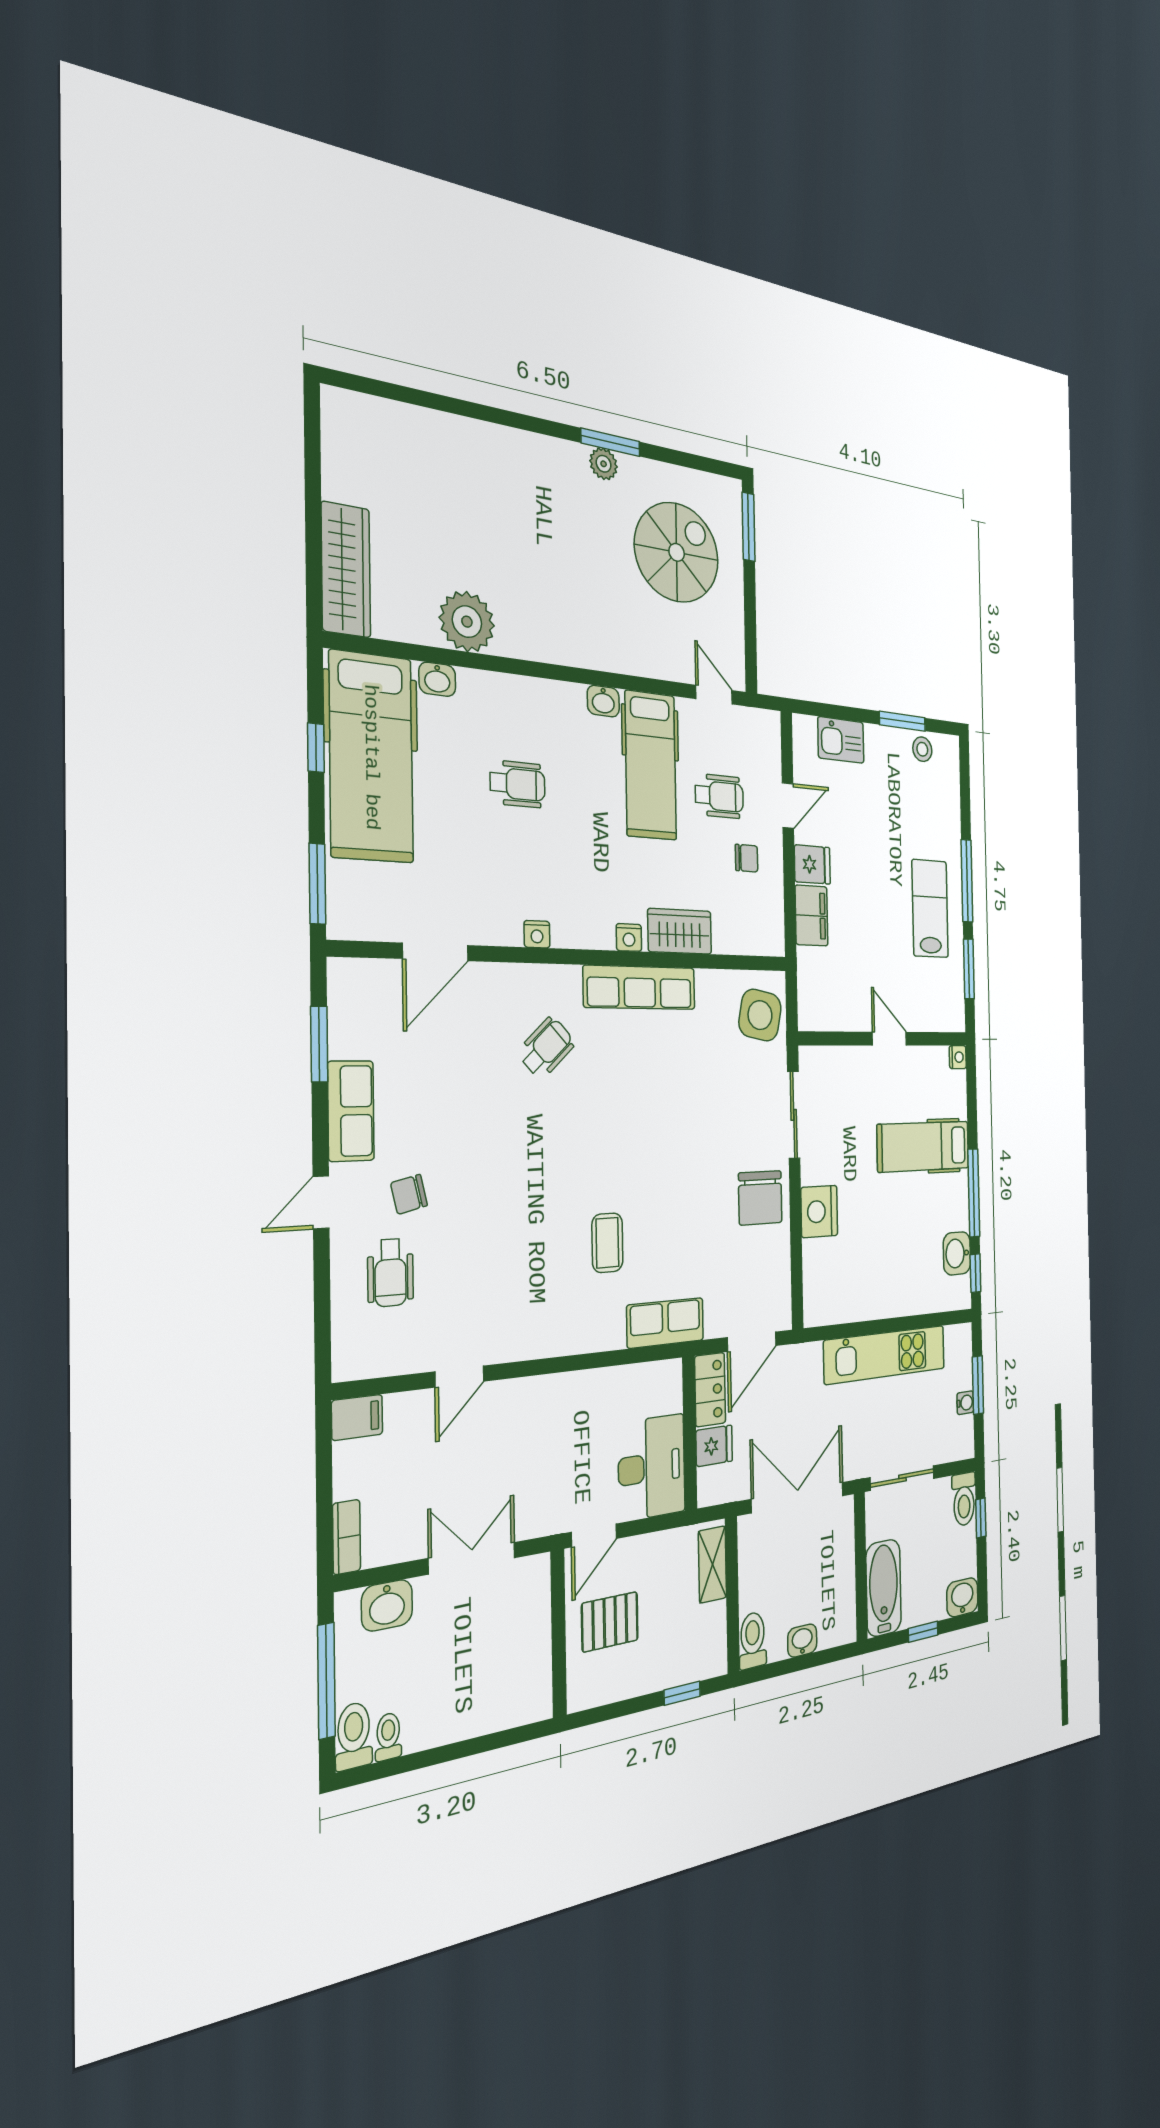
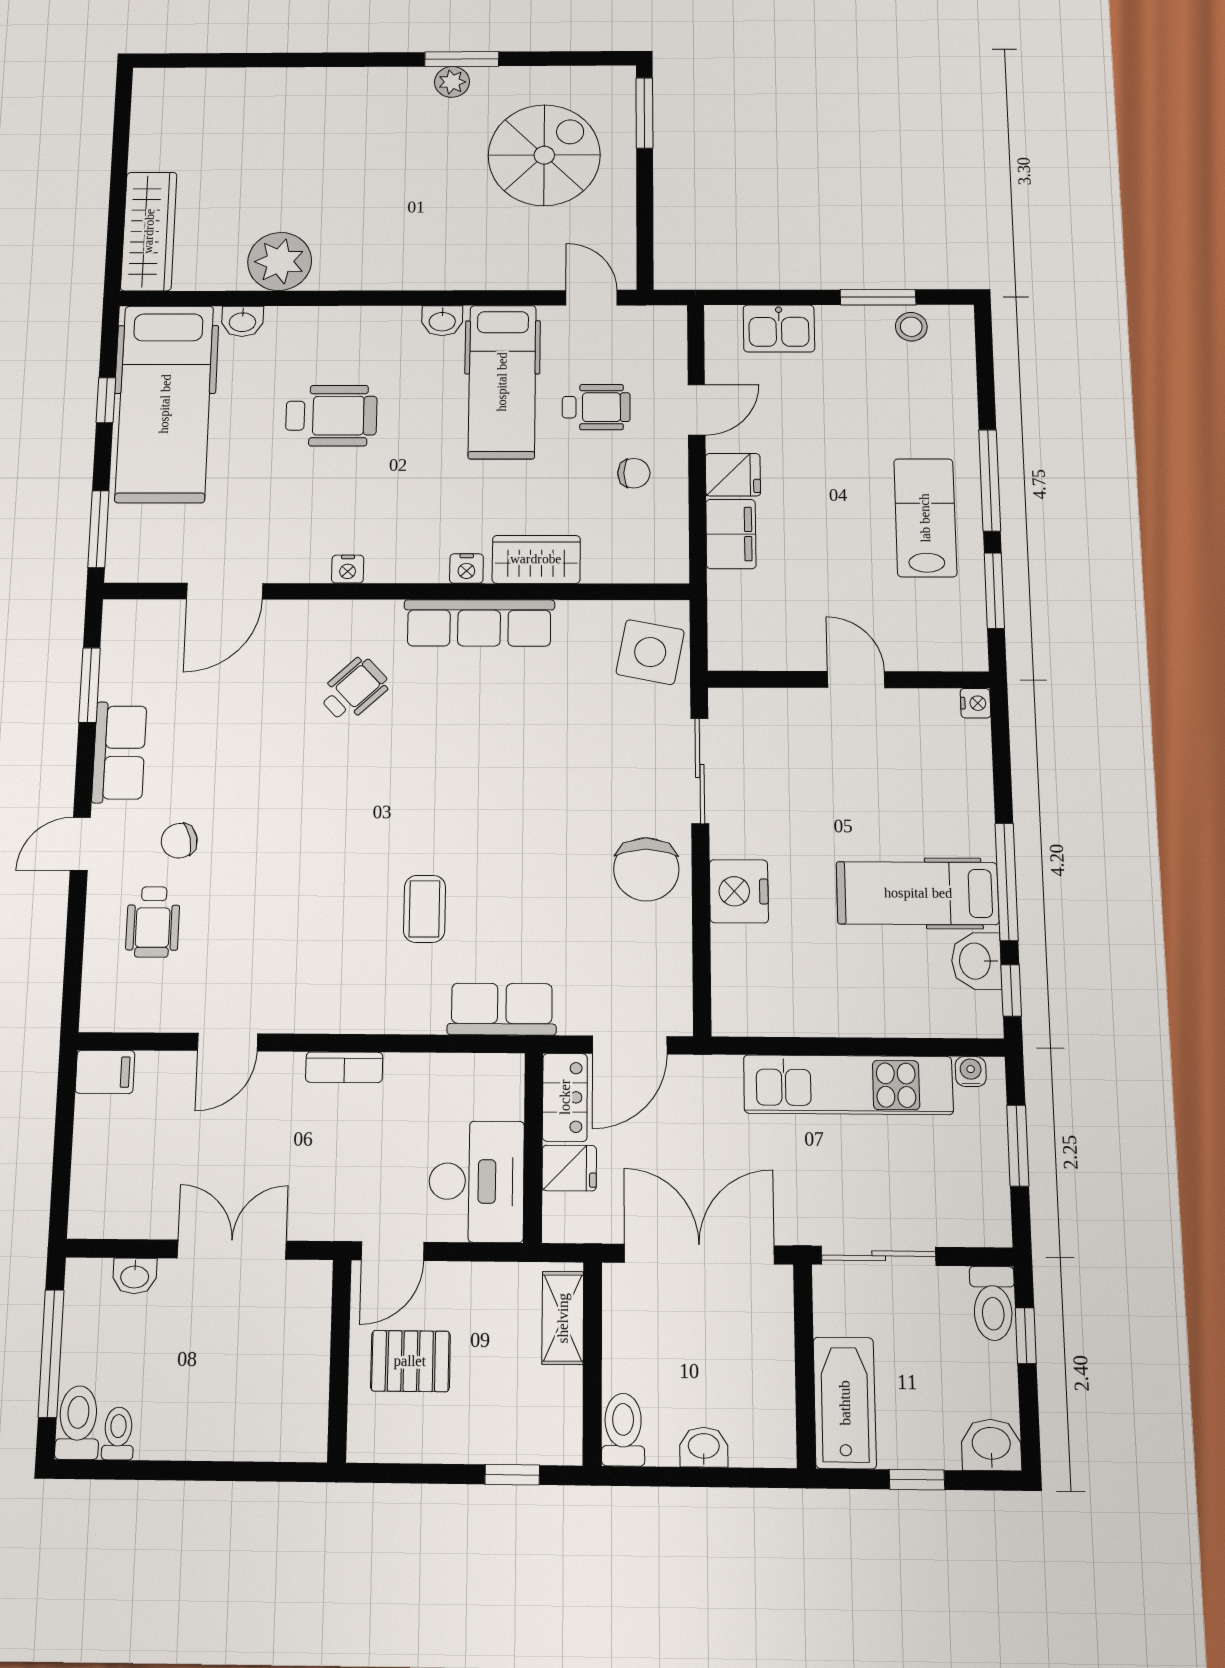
wheelchair: (518, 784) -> (331, 416), width x1.36, depth x1.37
hospital bed: (923, 1146) -> (918, 893), moved
water cooler: (965, 1403) -> (971, 1071), moved, turned -90
bookcase: (346, 1537) -> (344, 1067), moved, turned 90
washbasin: (387, 1605) -> (135, 1276), width x0.72, depth x0.69

